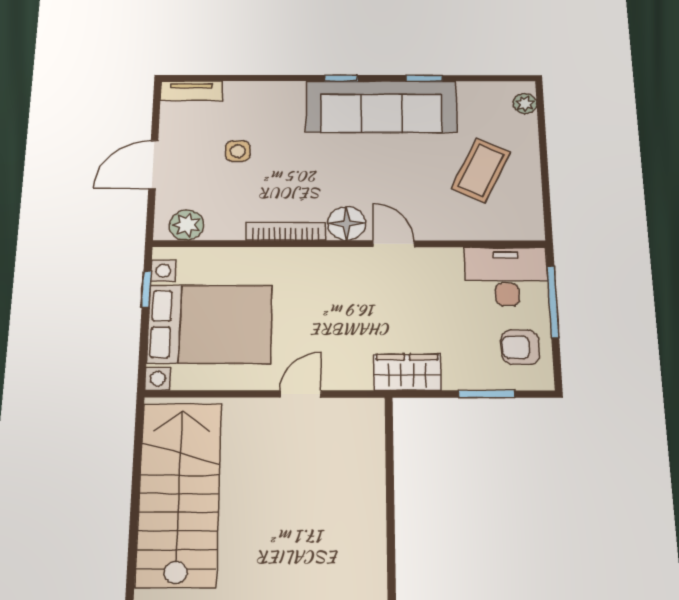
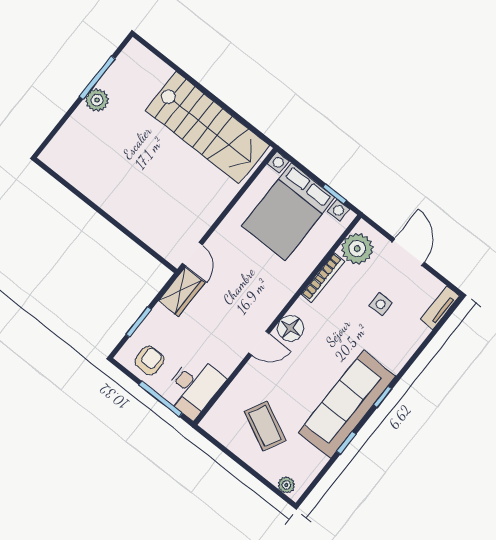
plant: (187, 225) -> (357, 249), width x1.36, depth x1.36
bookcase: (285, 231) -> (323, 278), moved
door: (301, 394) -> (192, 254), moved

